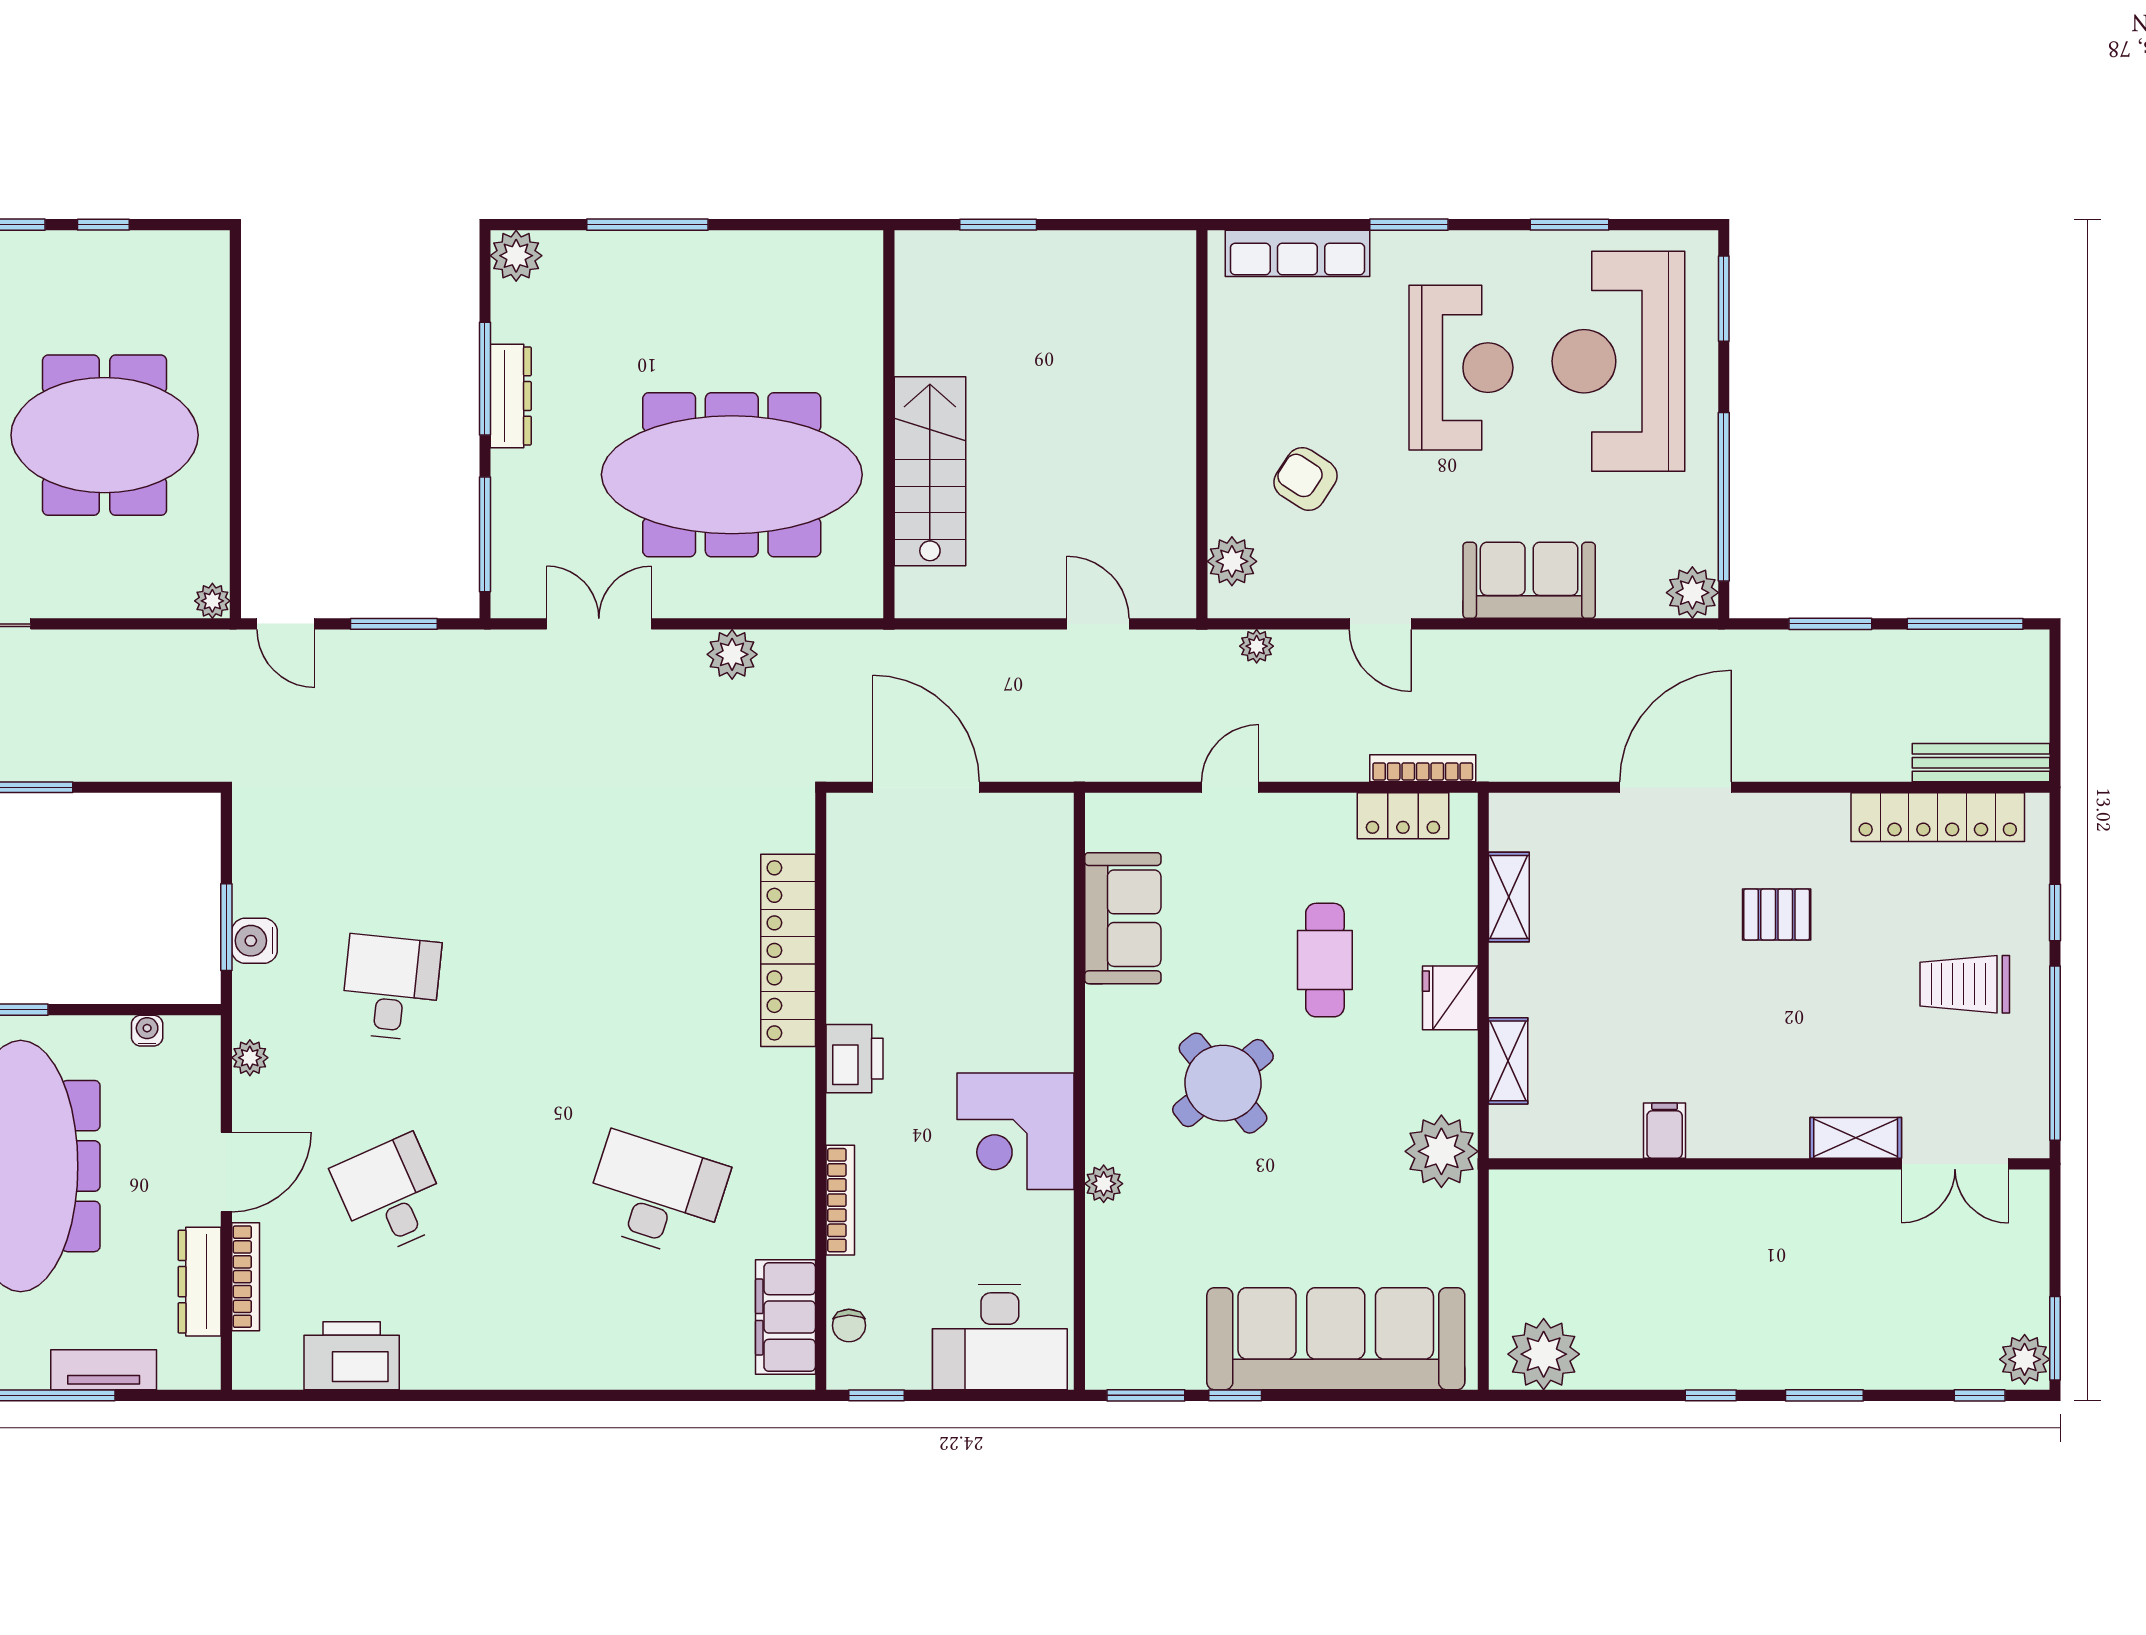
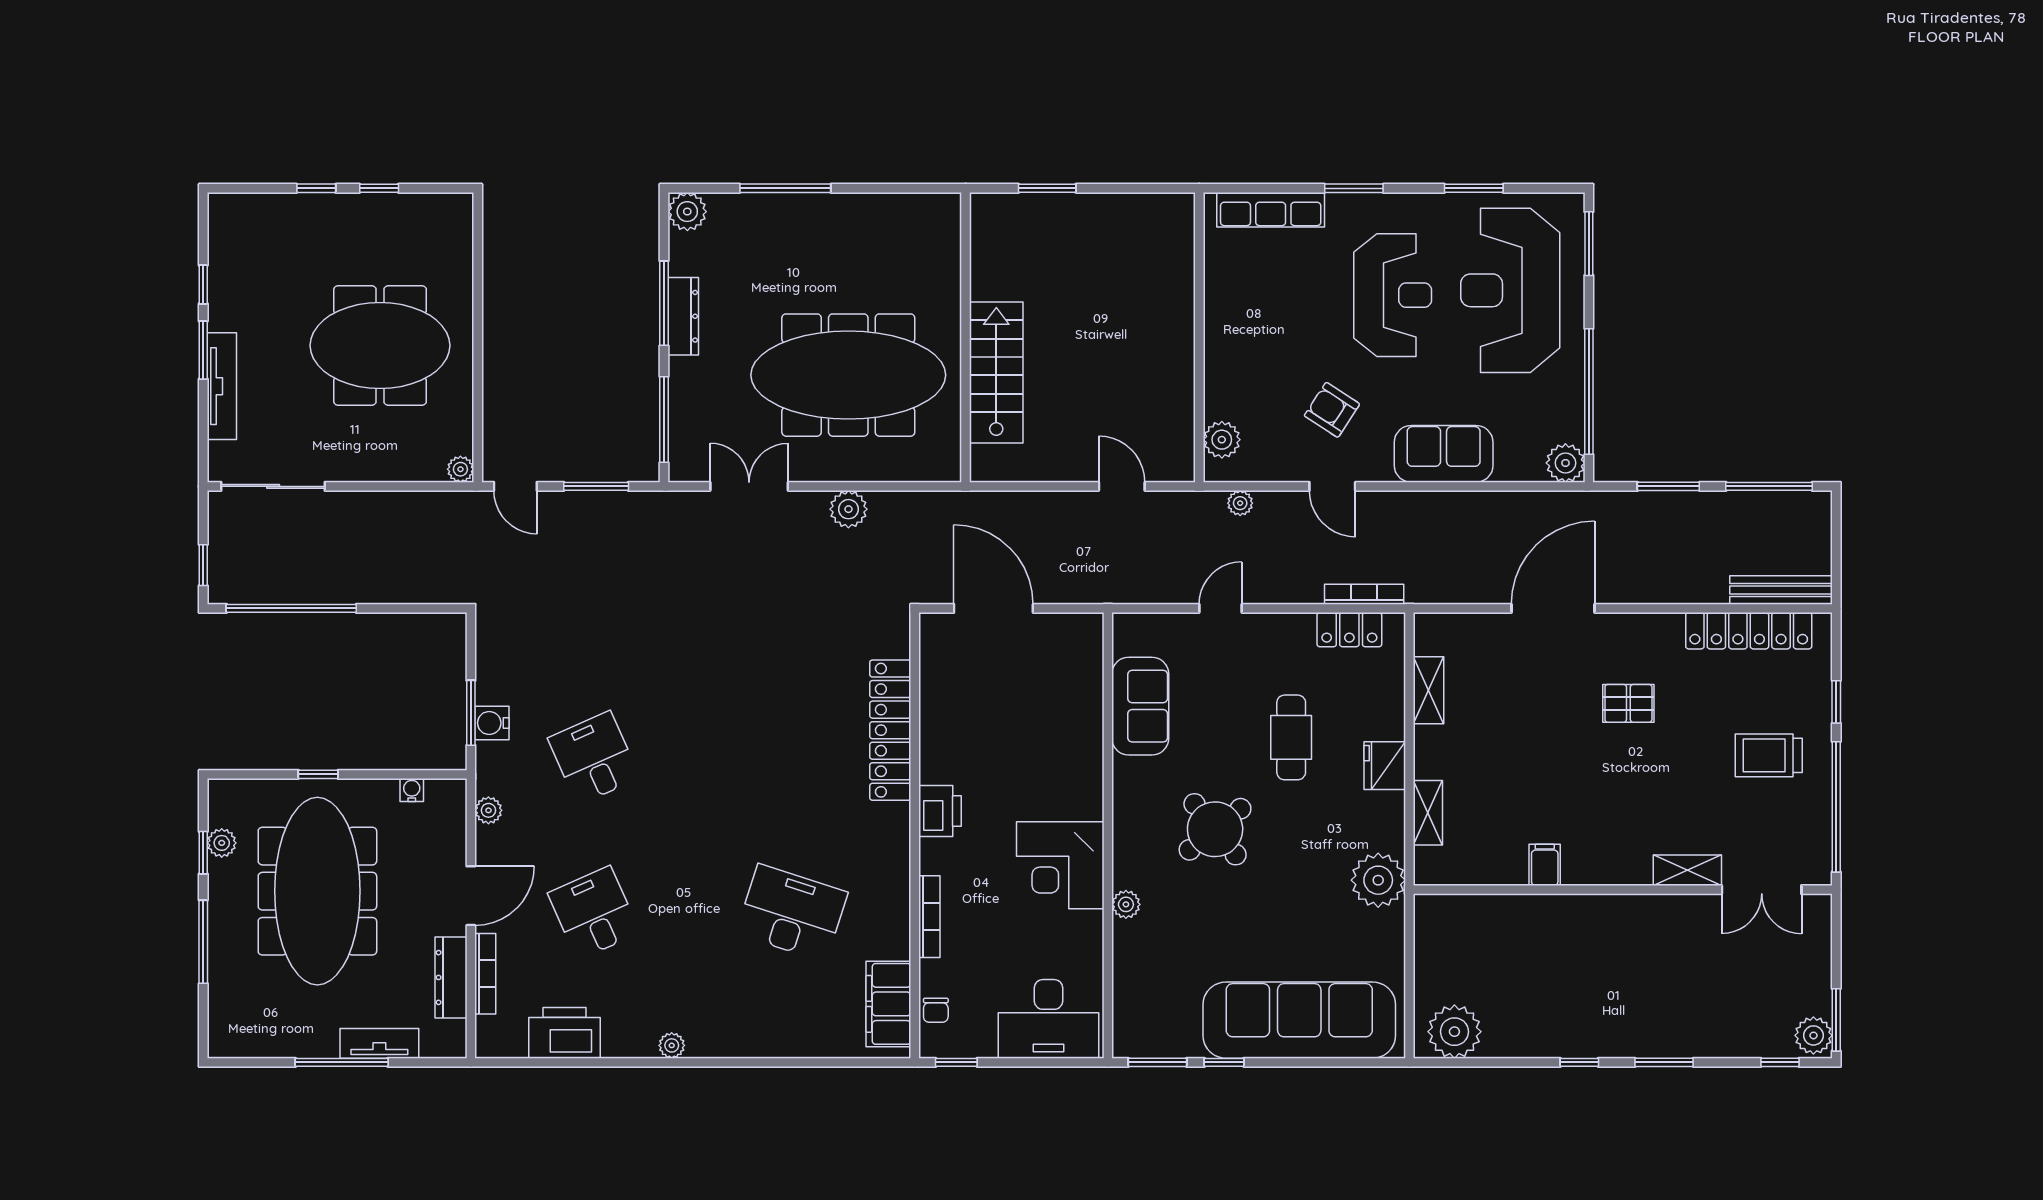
armchair: (1305, 479) -> (1332, 410), moved
desk: (391, 988) -> (594, 758), turned -30
plant: (495, 1373) -> (672, 1045), added

